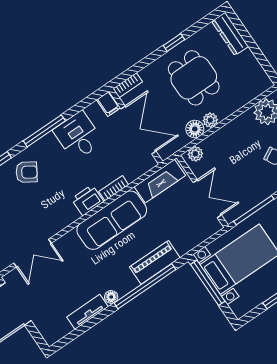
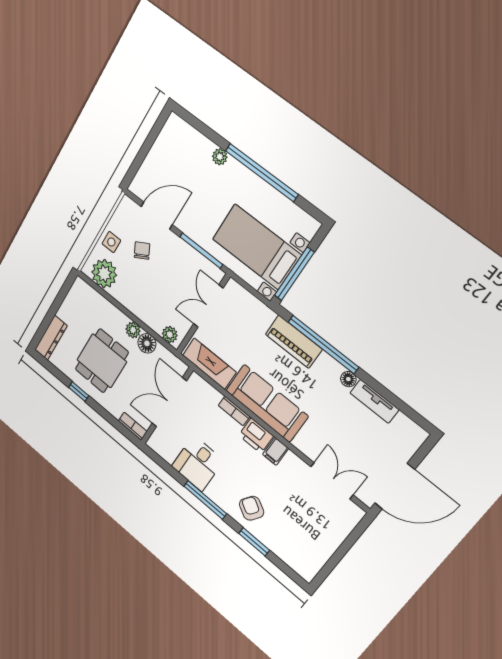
filing cabinet: (109, 104) -> (276, 451), moved, turned 180

